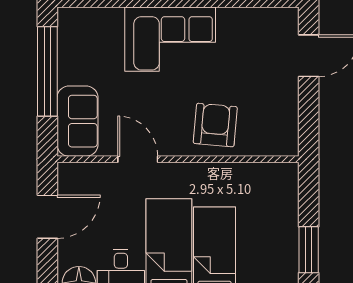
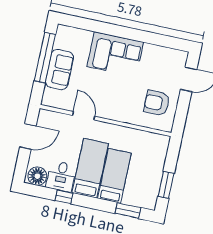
sofa: (78, 121) -> (59, 70), moved
armchair: (215, 125) -> (157, 103), moved, turned -95

